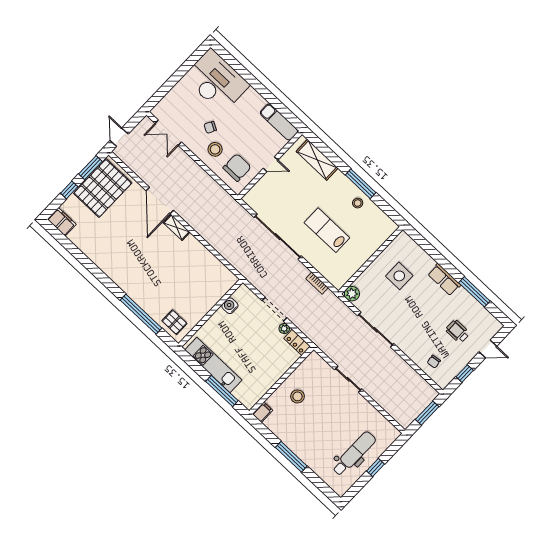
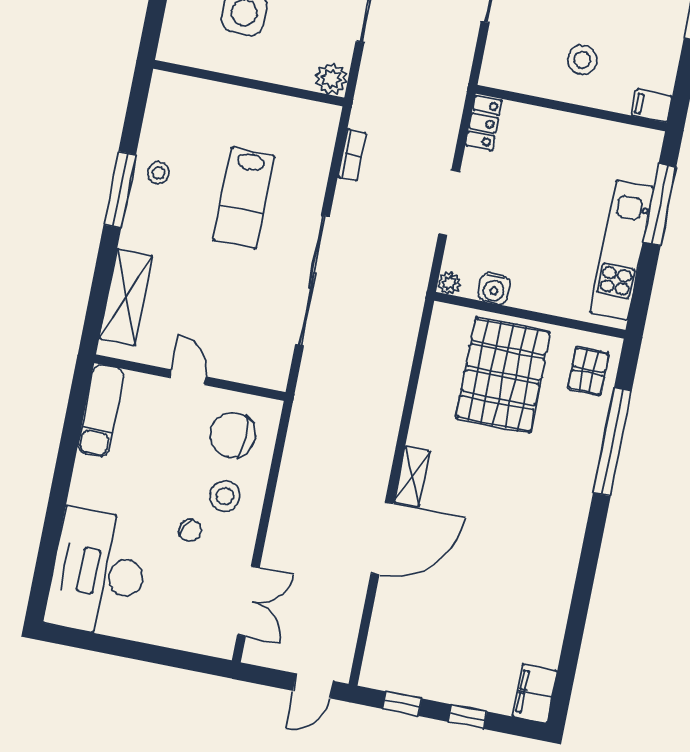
window: (90, 168) -> (402, 704), width x0.67
pallet: (103, 188) -> (503, 375), moved, turned 90
plant: (284, 329) -> (449, 283), moved

